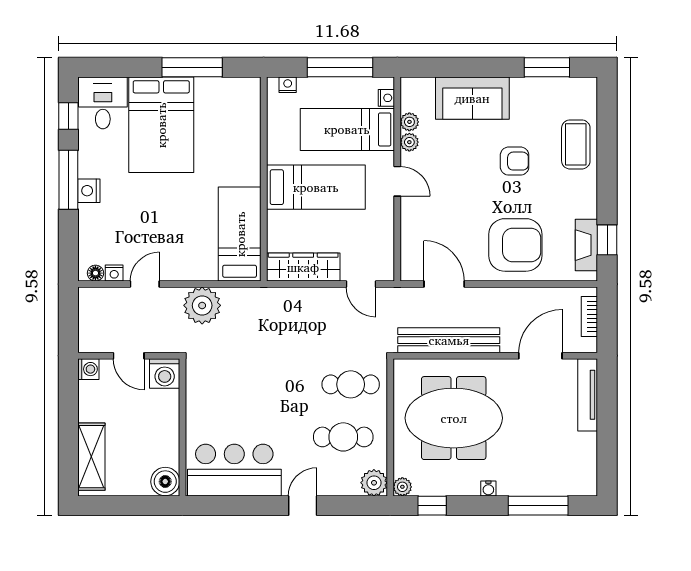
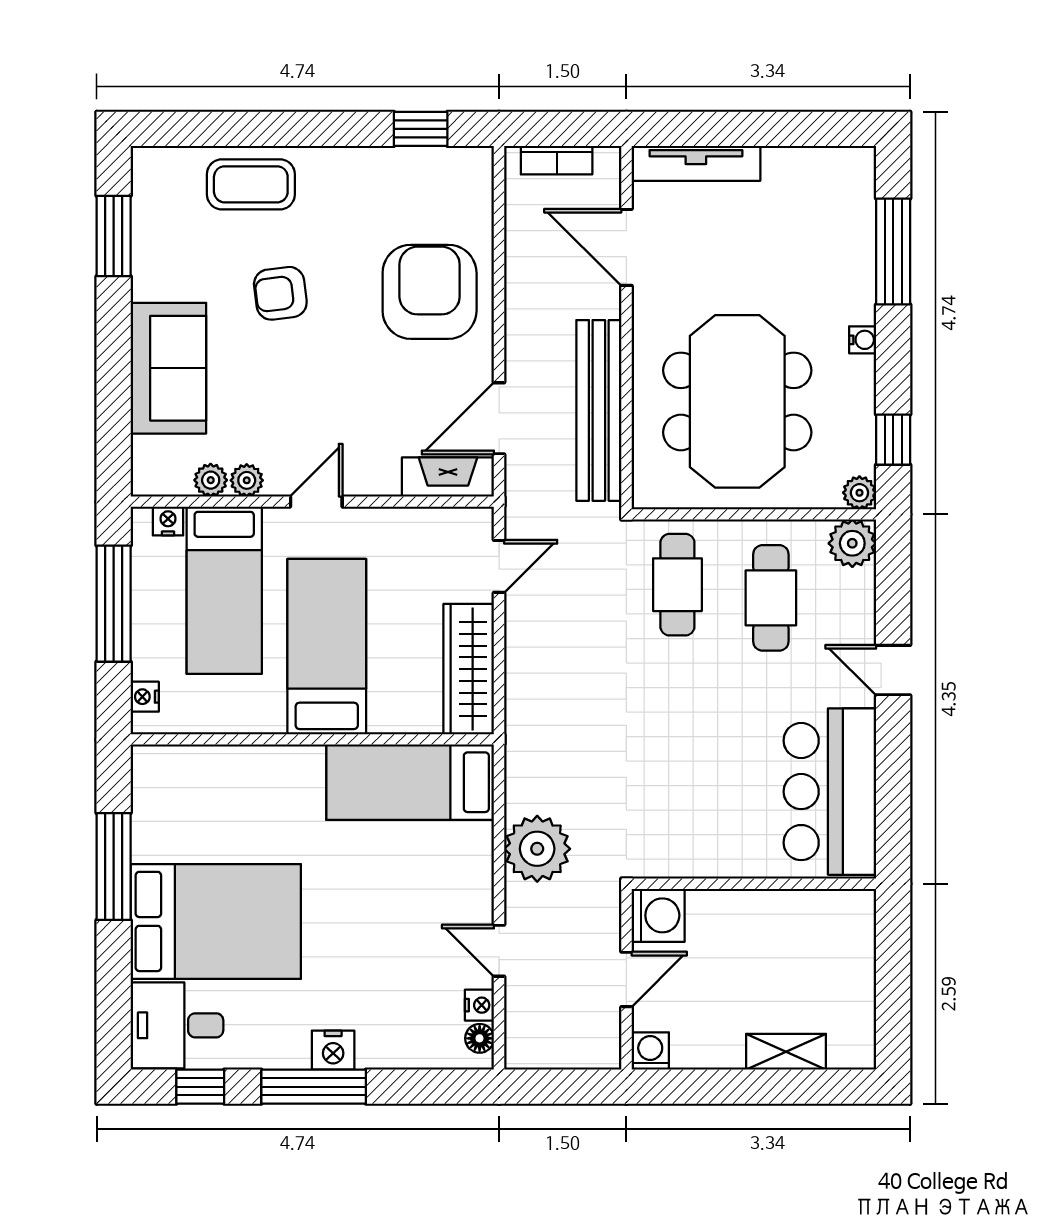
armchair: (515, 161) -> (280, 293), turned -97
fireplace: (586, 245) -> (448, 477), moved, turned 180
shelving: (91, 457) -> (786, 1052), width x0.67, depth x0.75
boiler: (165, 482) -> (850, 914), removed

